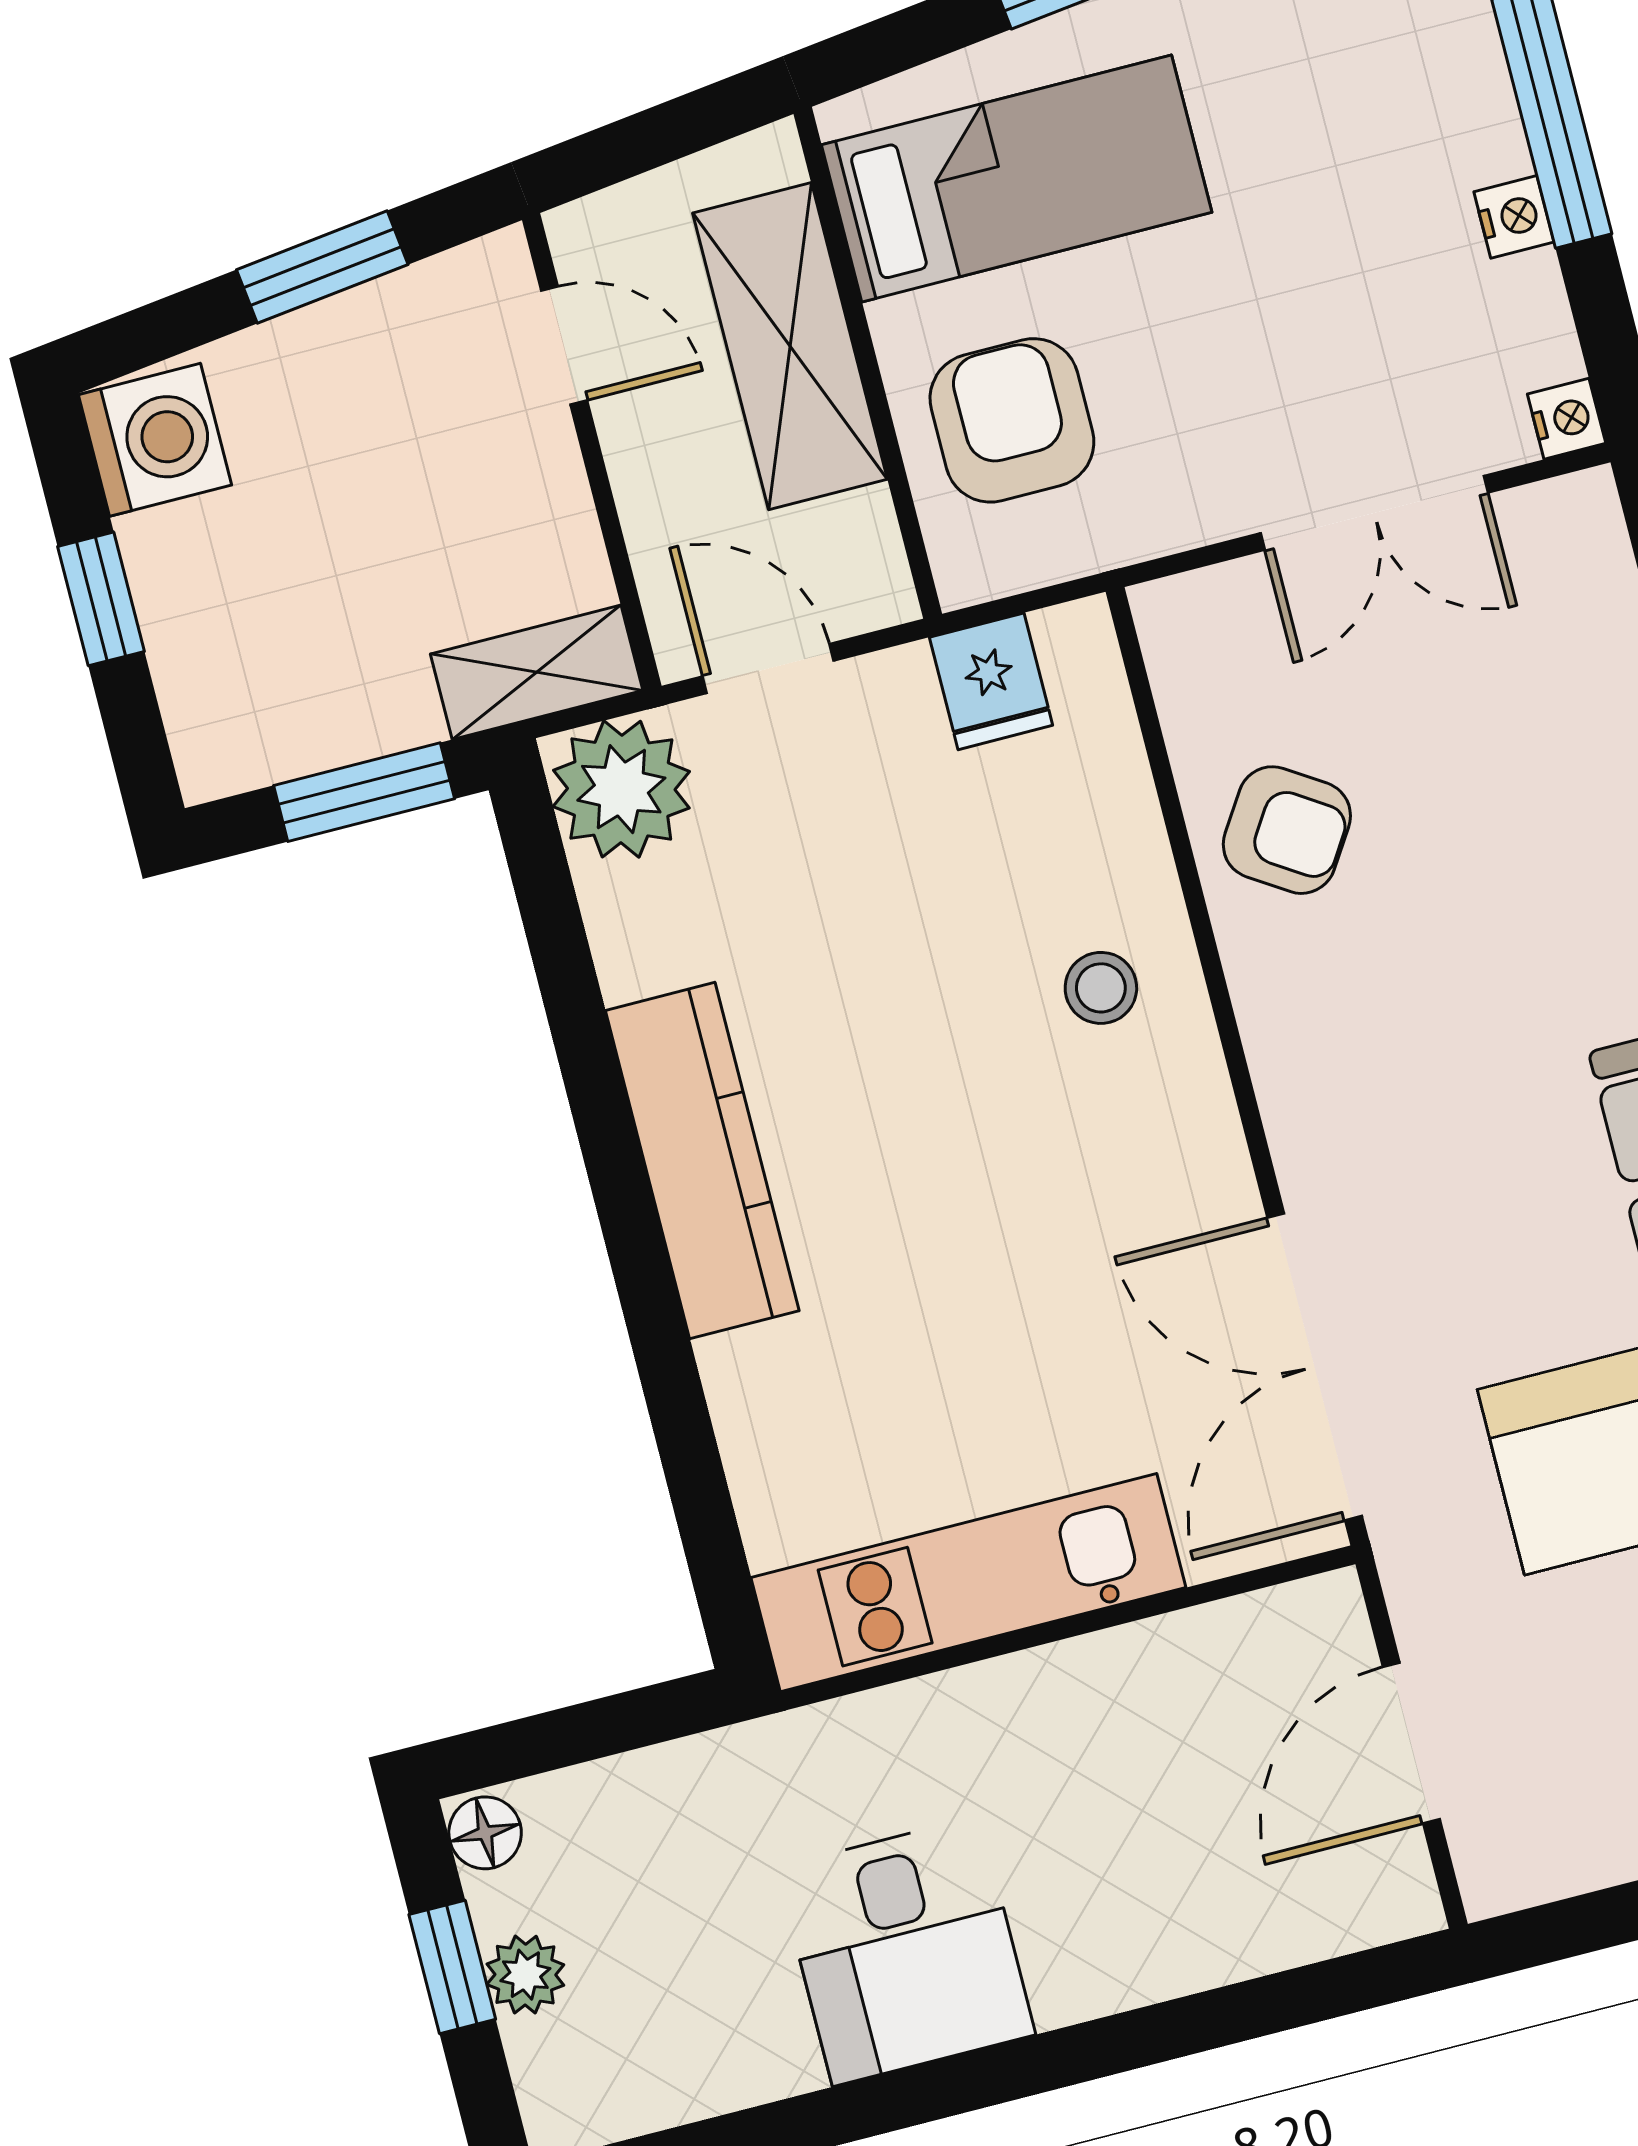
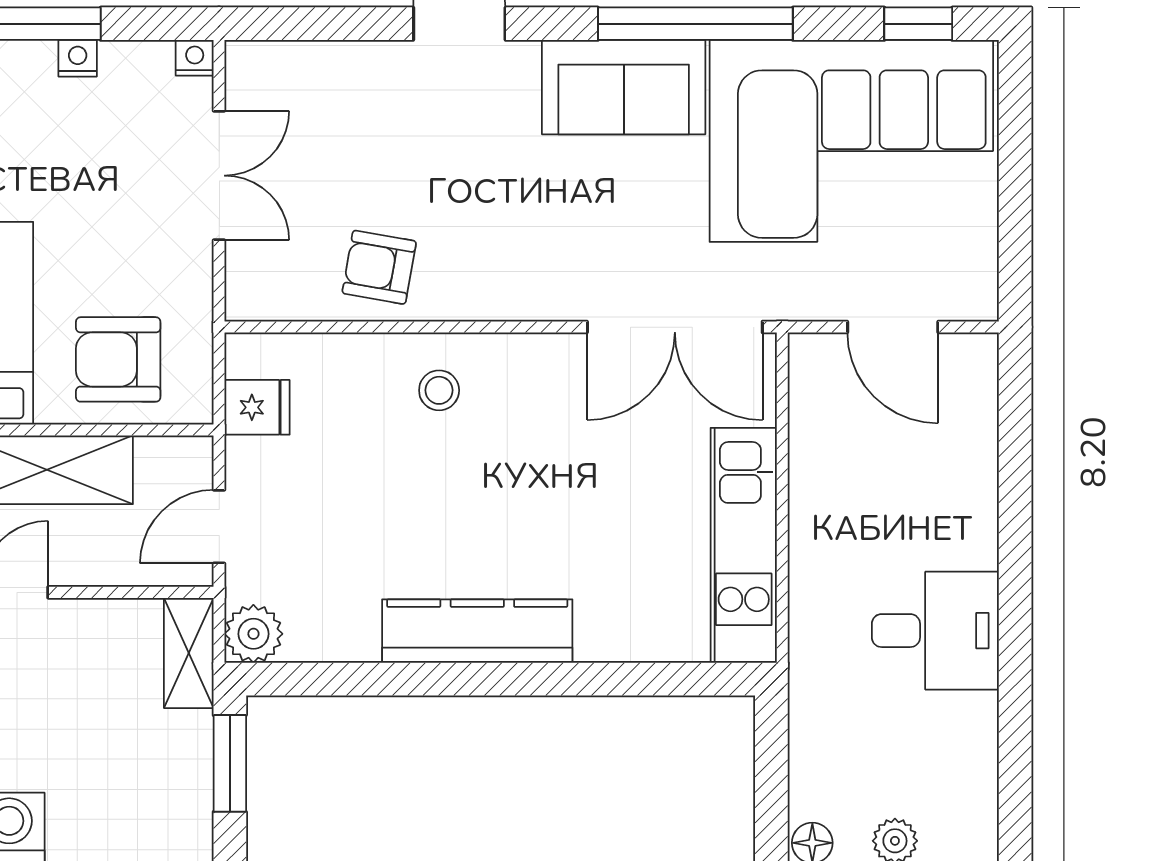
plant: (621, 789) -> (253, 634), width x0.73, depth x0.73
armchair: (1287, 830) -> (379, 267), turned -113

